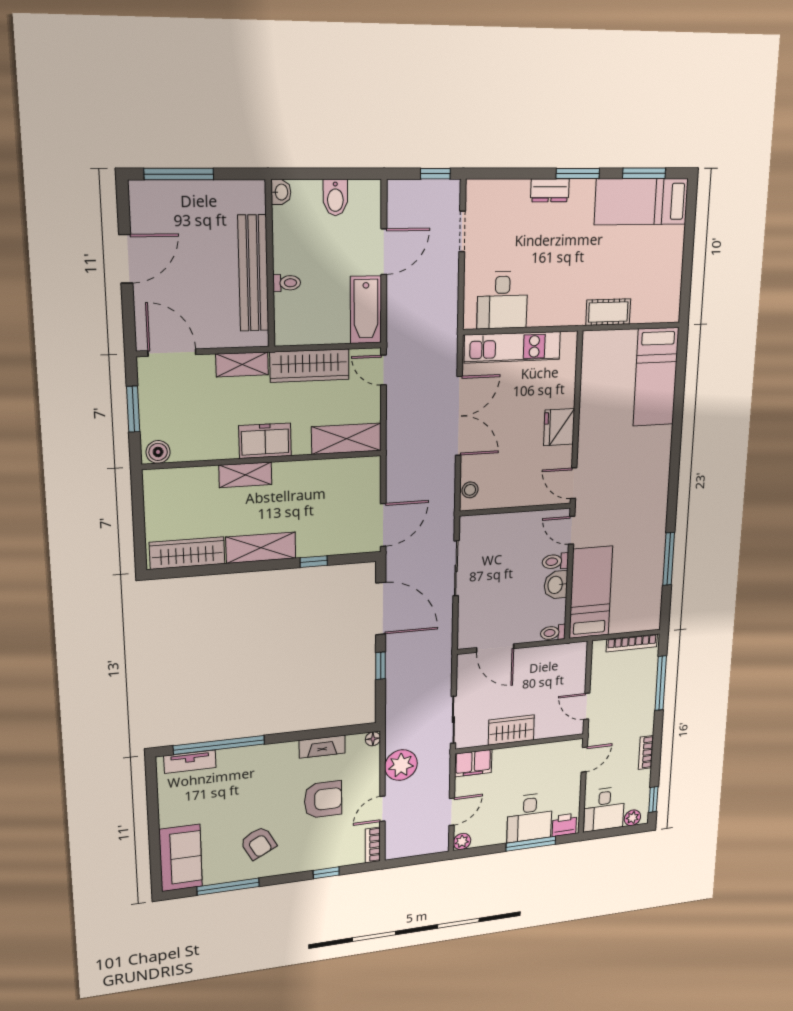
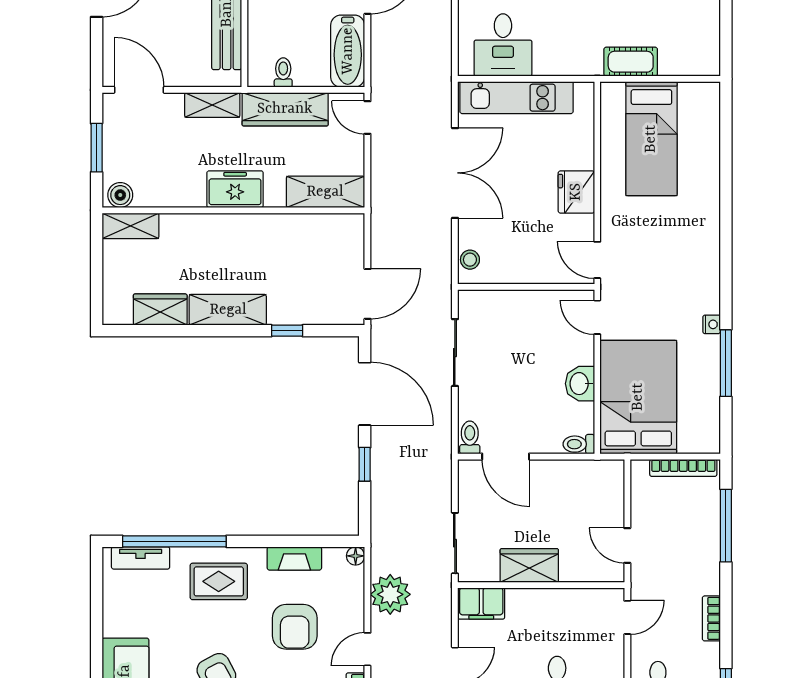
toilet: (287, 283) -> (283, 72), moved, turned -90
bed: (656, 377) -> (651, 139), moved
shelving: (245, 475) -> (130, 226), moved
nightstand: (660, 529) -> (712, 324), added
wardrobe: (187, 553) -> (160, 310), width x0.67
toilet: (555, 561) -> (470, 437), moved, turned 90
bed: (591, 592) -> (638, 397), width x1.50
rug: (259, 772) -> (219, 581), added
armchair: (323, 799) -> (295, 627), turned 90

